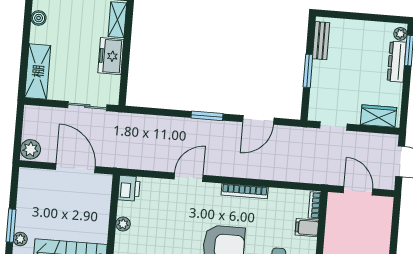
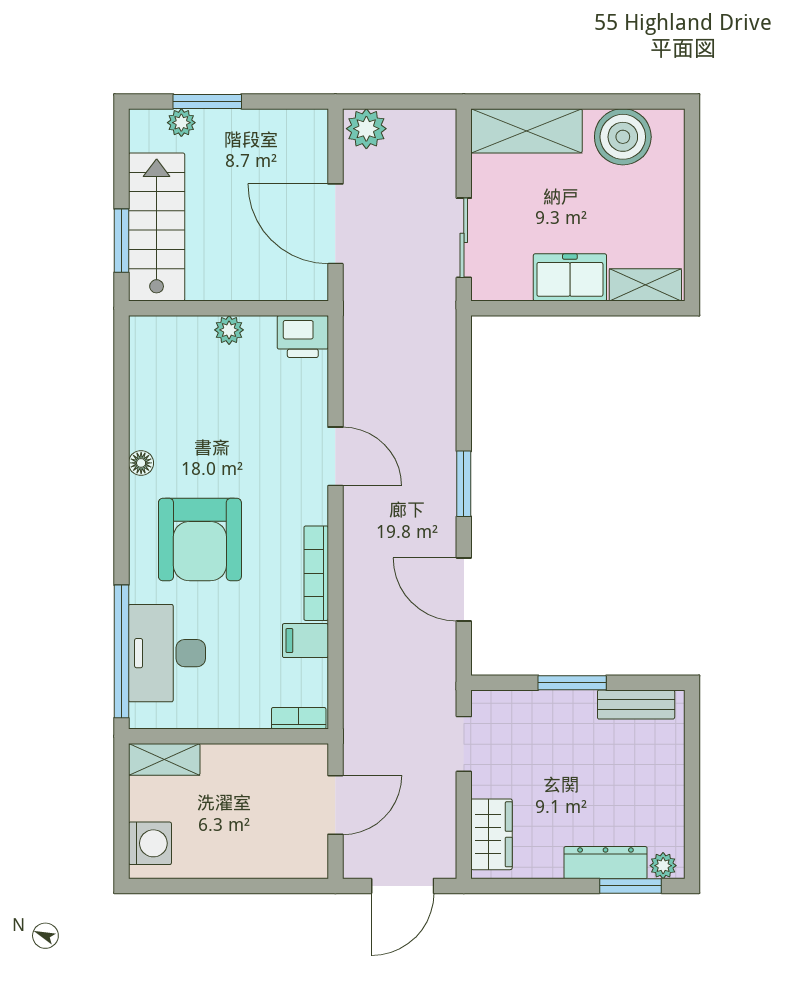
boiler: (39, 18) -> (623, 137), width x1.86, depth x1.86
door: (75, 168) -> (335, 224), swing flipped
filing cabinet: (307, 228) -> (305, 641), moved, turned -90

